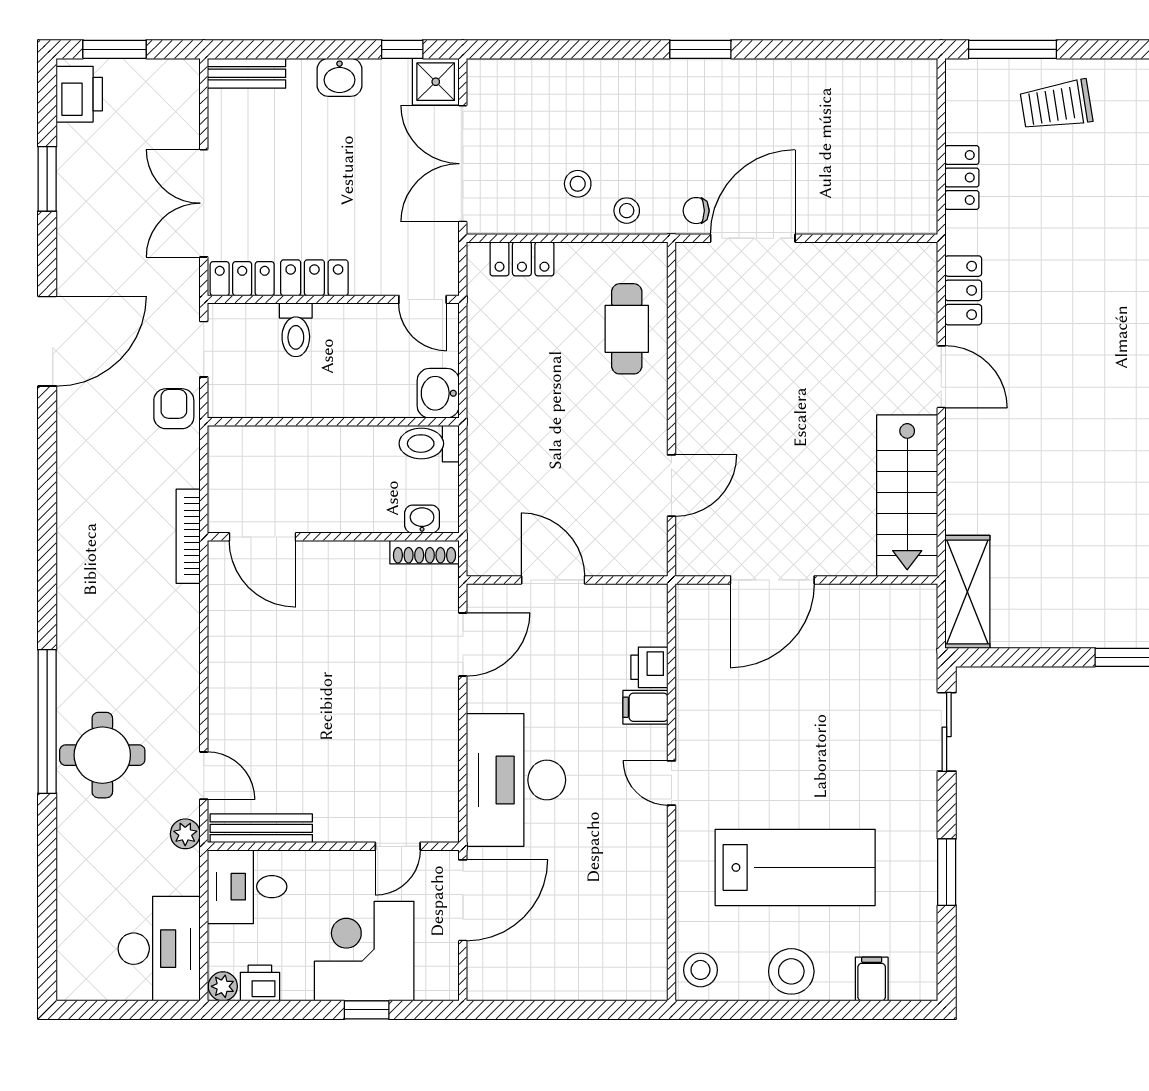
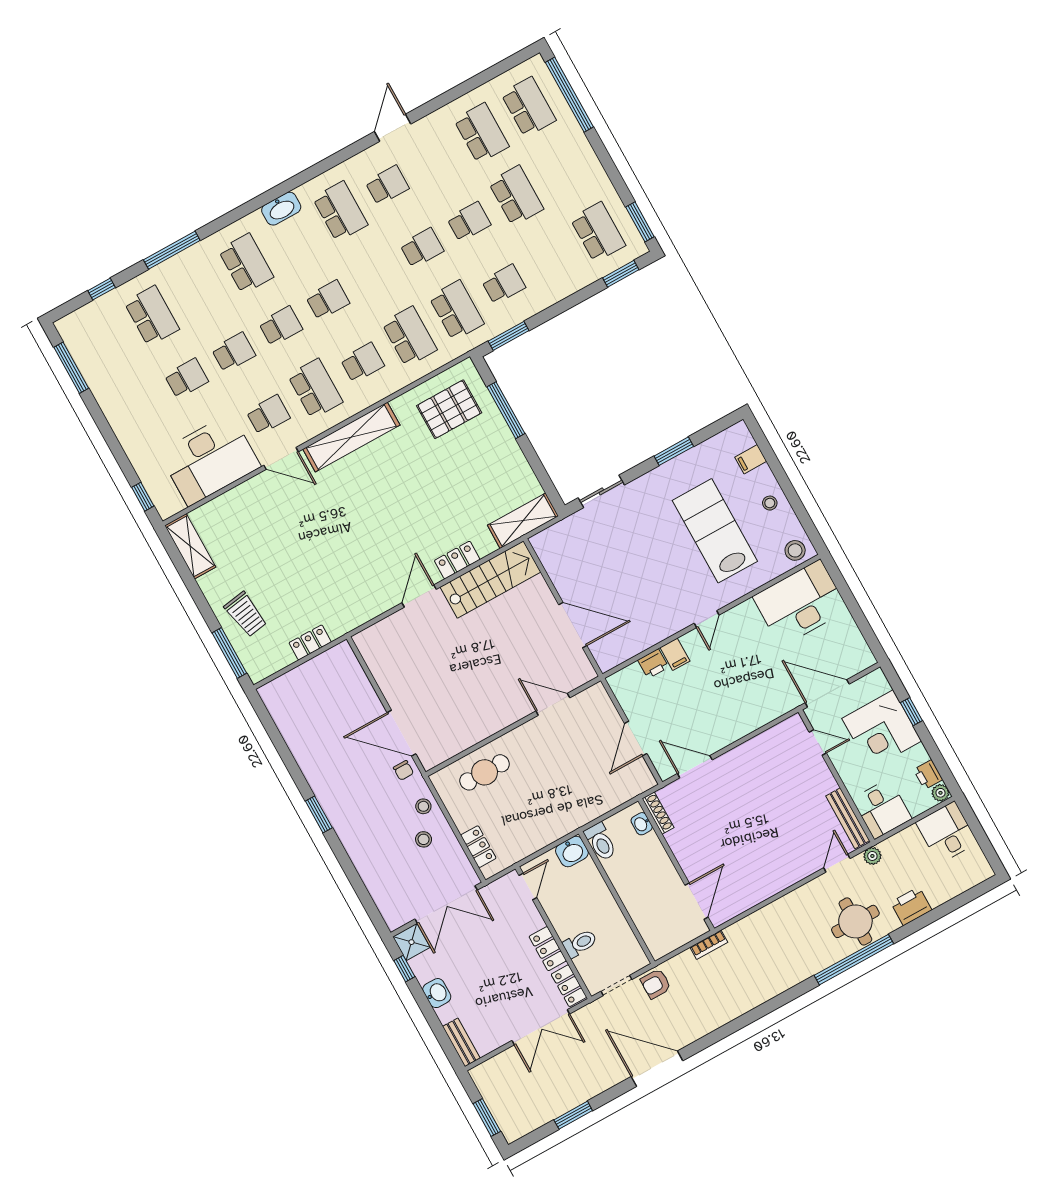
printer: (79, 94) -> (911, 906), moved
locker: (963, 290) -> (457, 560), moved
bookcase: (188, 536) -> (709, 945), width x0.64
desk: (516, 780) -> (800, 603), moved, turned 180
desk: (159, 949) -> (947, 833), width x0.73
stool: (791, 971) -> (770, 503), width x0.53, depth x0.53

